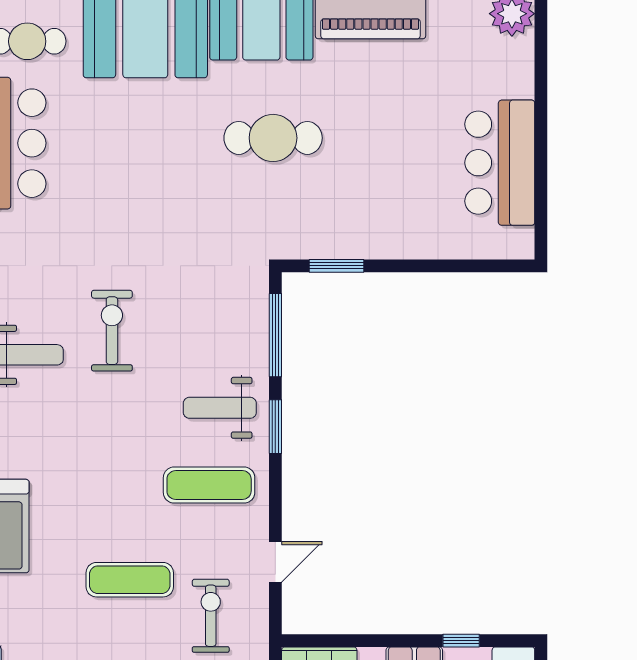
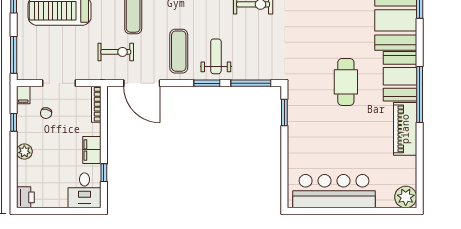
bar counter: (500, 163) -> (334, 191), width x1.36
door: (275, 562) -> (142, 83), width x1.88

